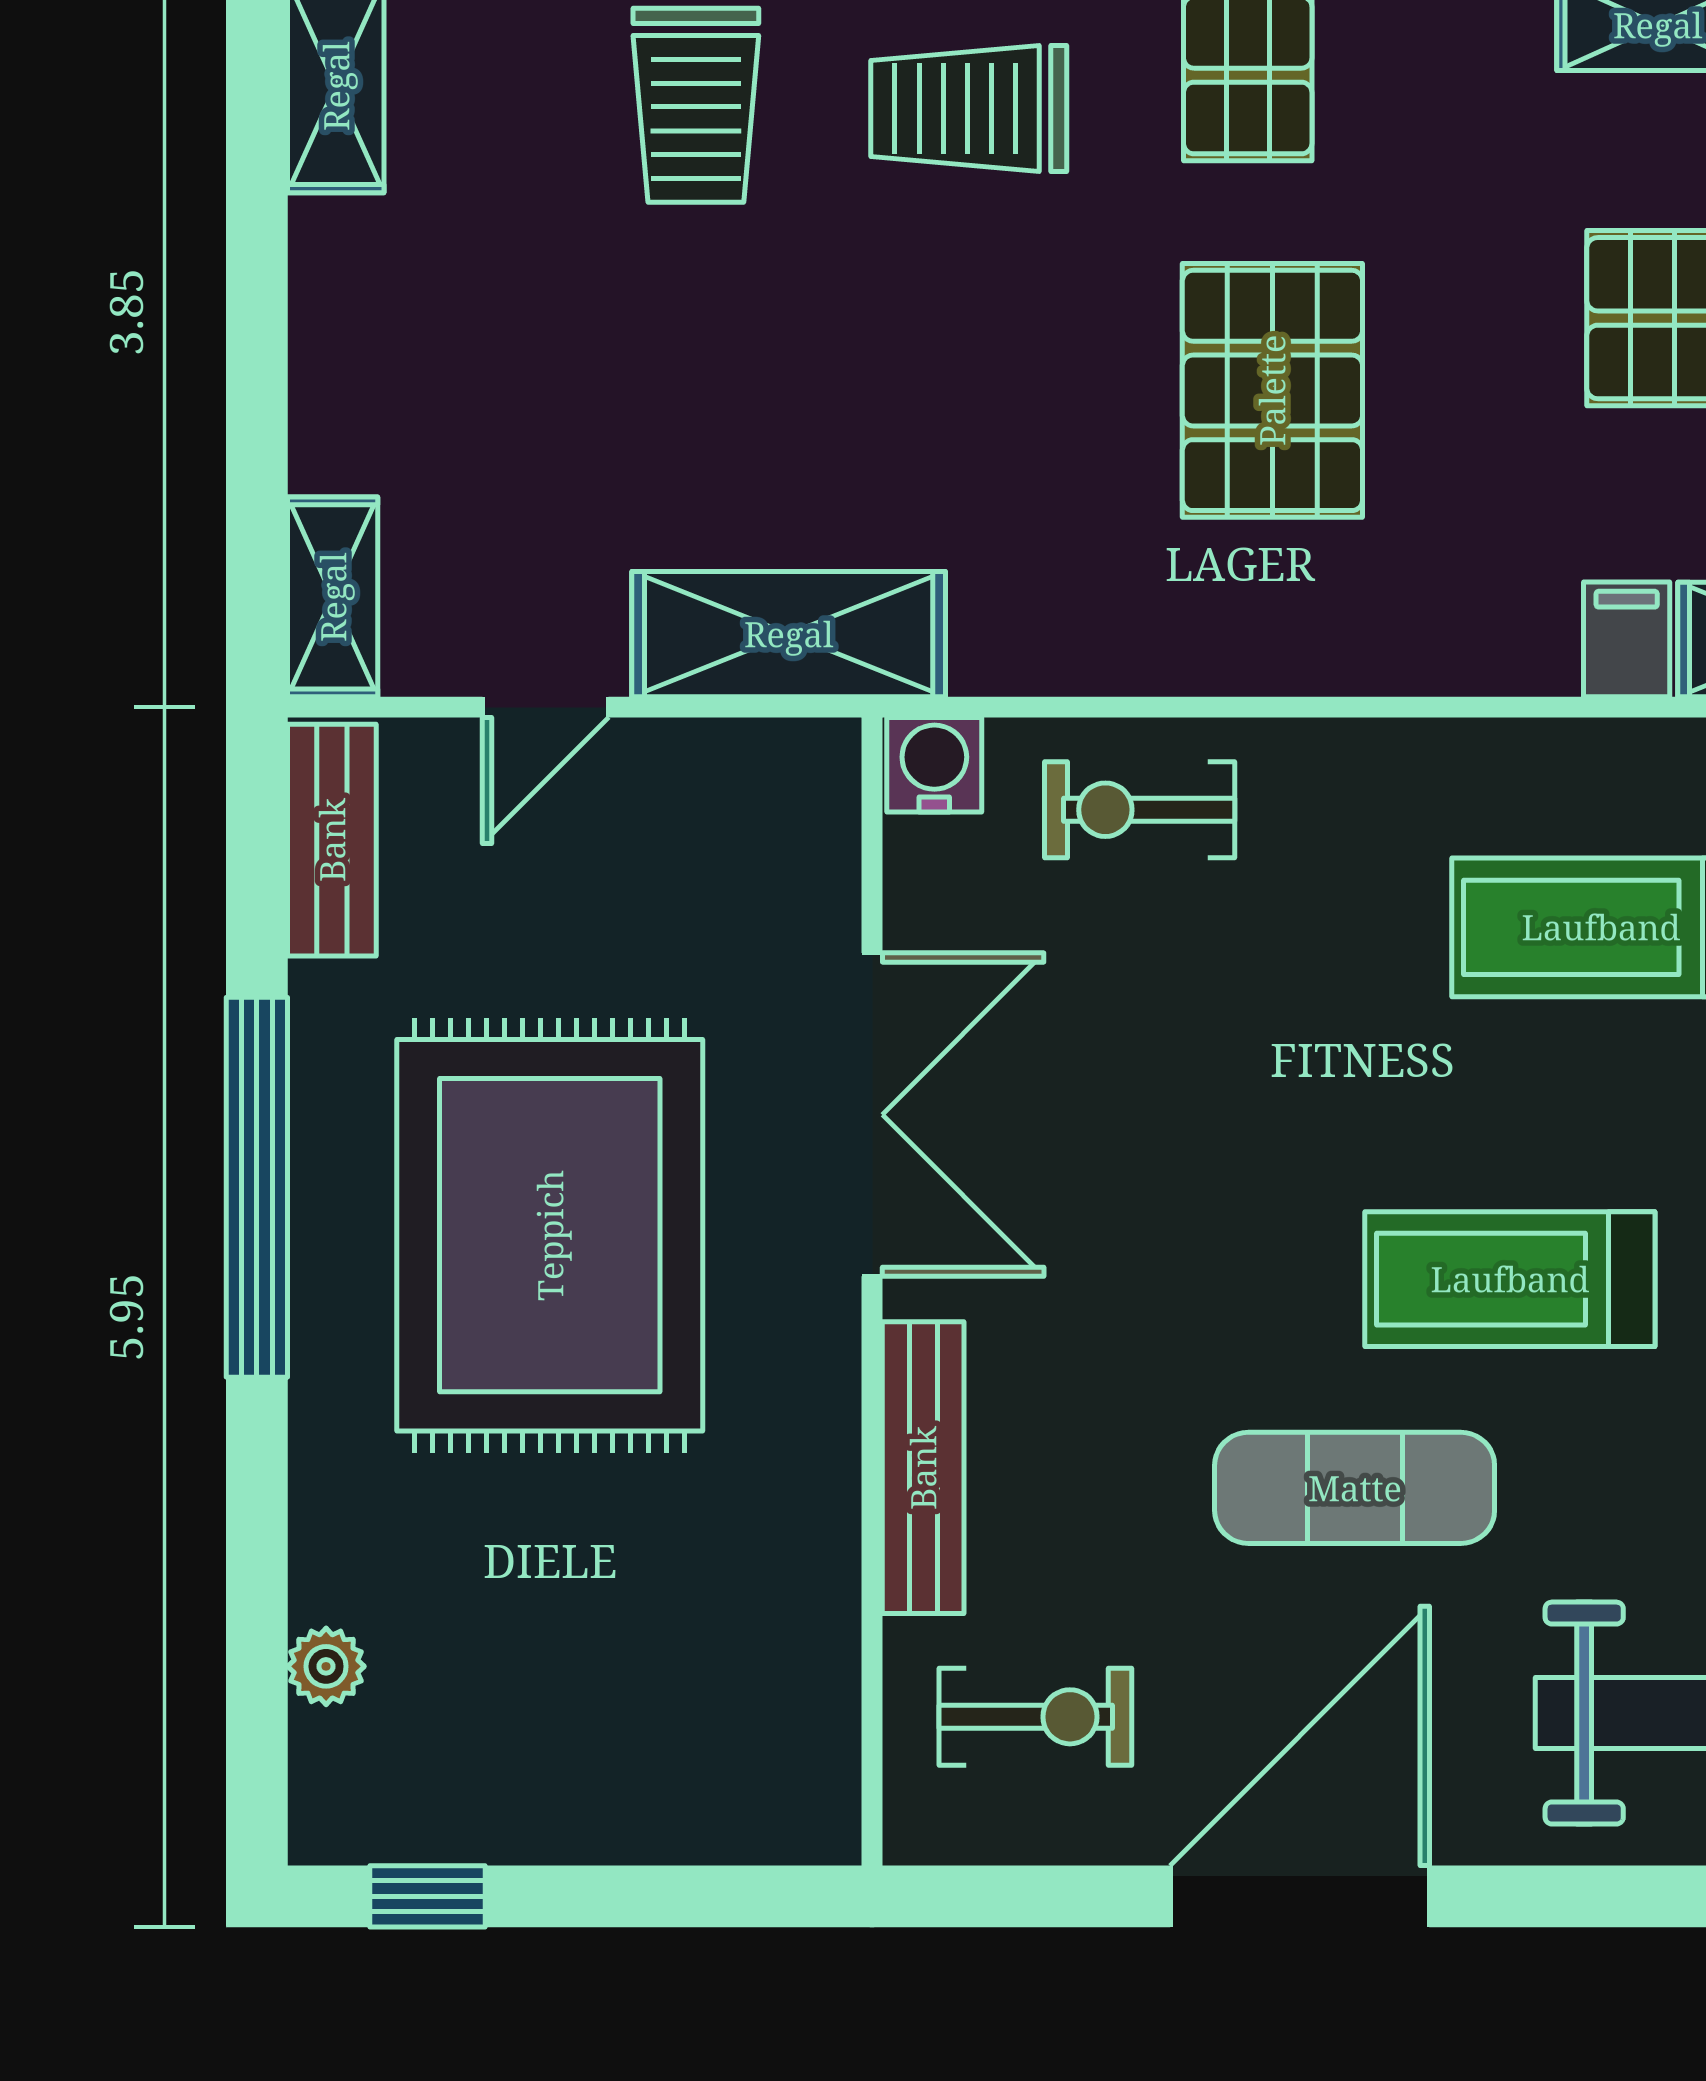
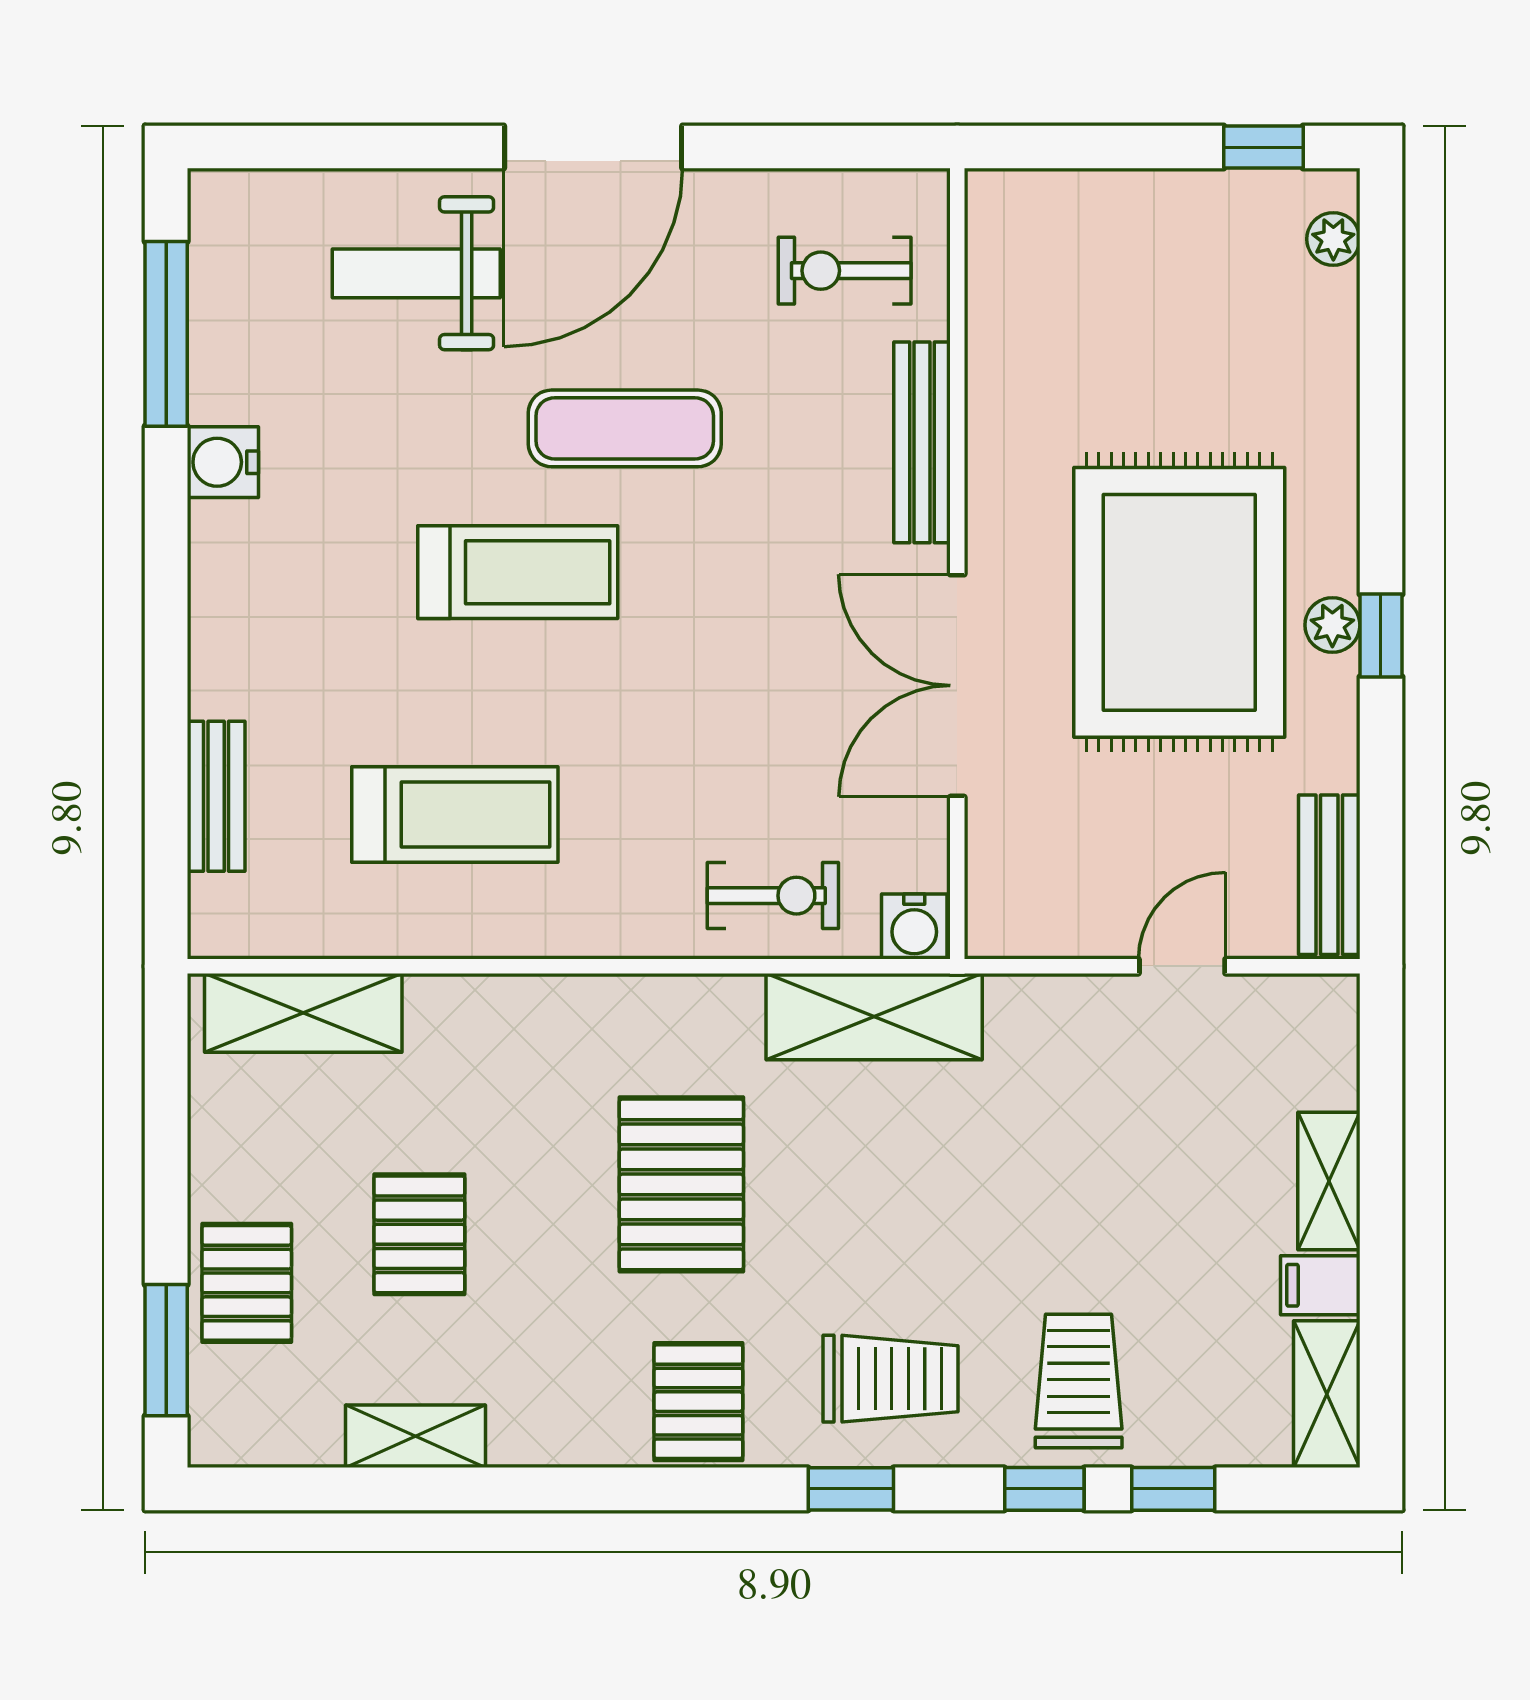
shelving: (333, 597) -> (1329, 1181), moved
shelving: (789, 634) -> (874, 1017), moved
filing cabinet: (1627, 639) -> (1320, 1285), moved, turned 90
window: (257, 1187) -> (1381, 636), width x0.32
plant: (327, 1202) -> (1332, 625), added
plant: (326, 1666) -> (1333, 239), moved
door: (1300, 1896) -> (593, 147), moved

